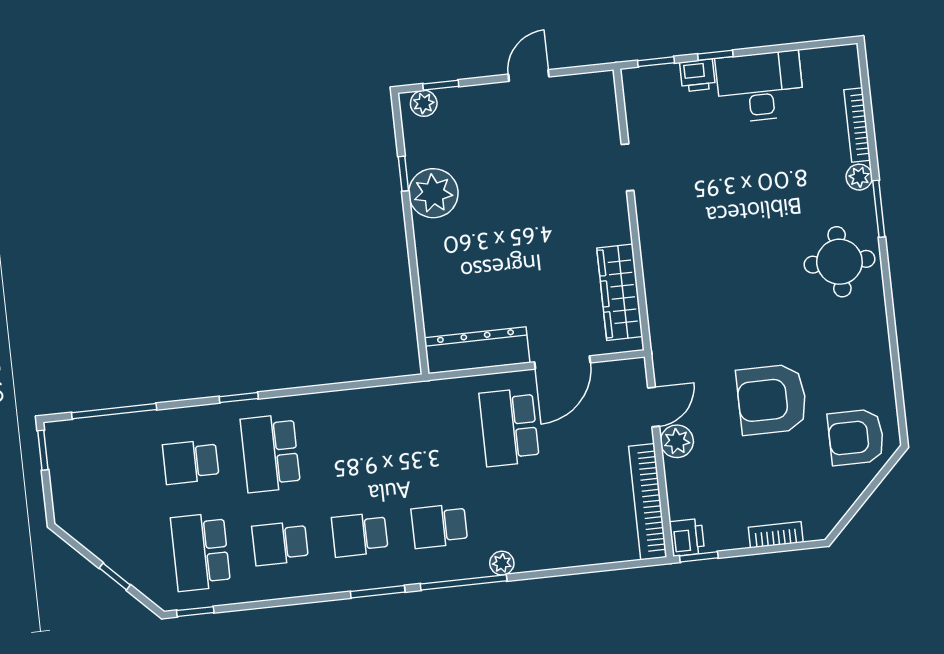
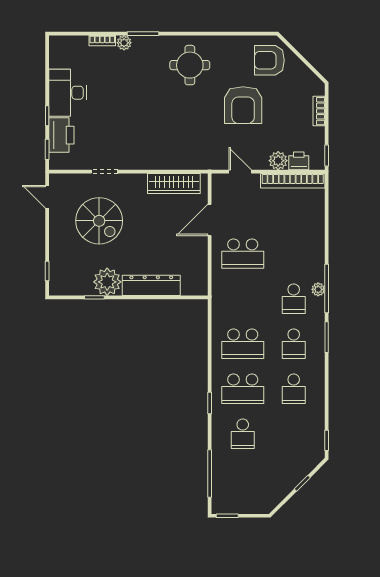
printer: (697, 75) -> (61, 135), width x1.87, depth x1.48
door: (529, 76) -> (47, 197), moved
plant: (424, 103) -> (56, 282), removed
bookcase: (857, 125) -> (102, 41), width x0.64
spiral stairs: (540, 167) -> (99, 221), added
round table: (839, 262) -> (190, 65), moved
dresser: (477, 350) -> (151, 285), moved, turned 90
door: (562, 362) -> (210, 220), swing flipped
armchair: (856, 437) -> (269, 60), turned 90
plant: (677, 441) -> (278, 161), moved
printer: (687, 537) -> (299, 161), moved
school desk: (201, 552) -> (243, 344), moved
plant: (502, 563) -> (318, 289), moved

